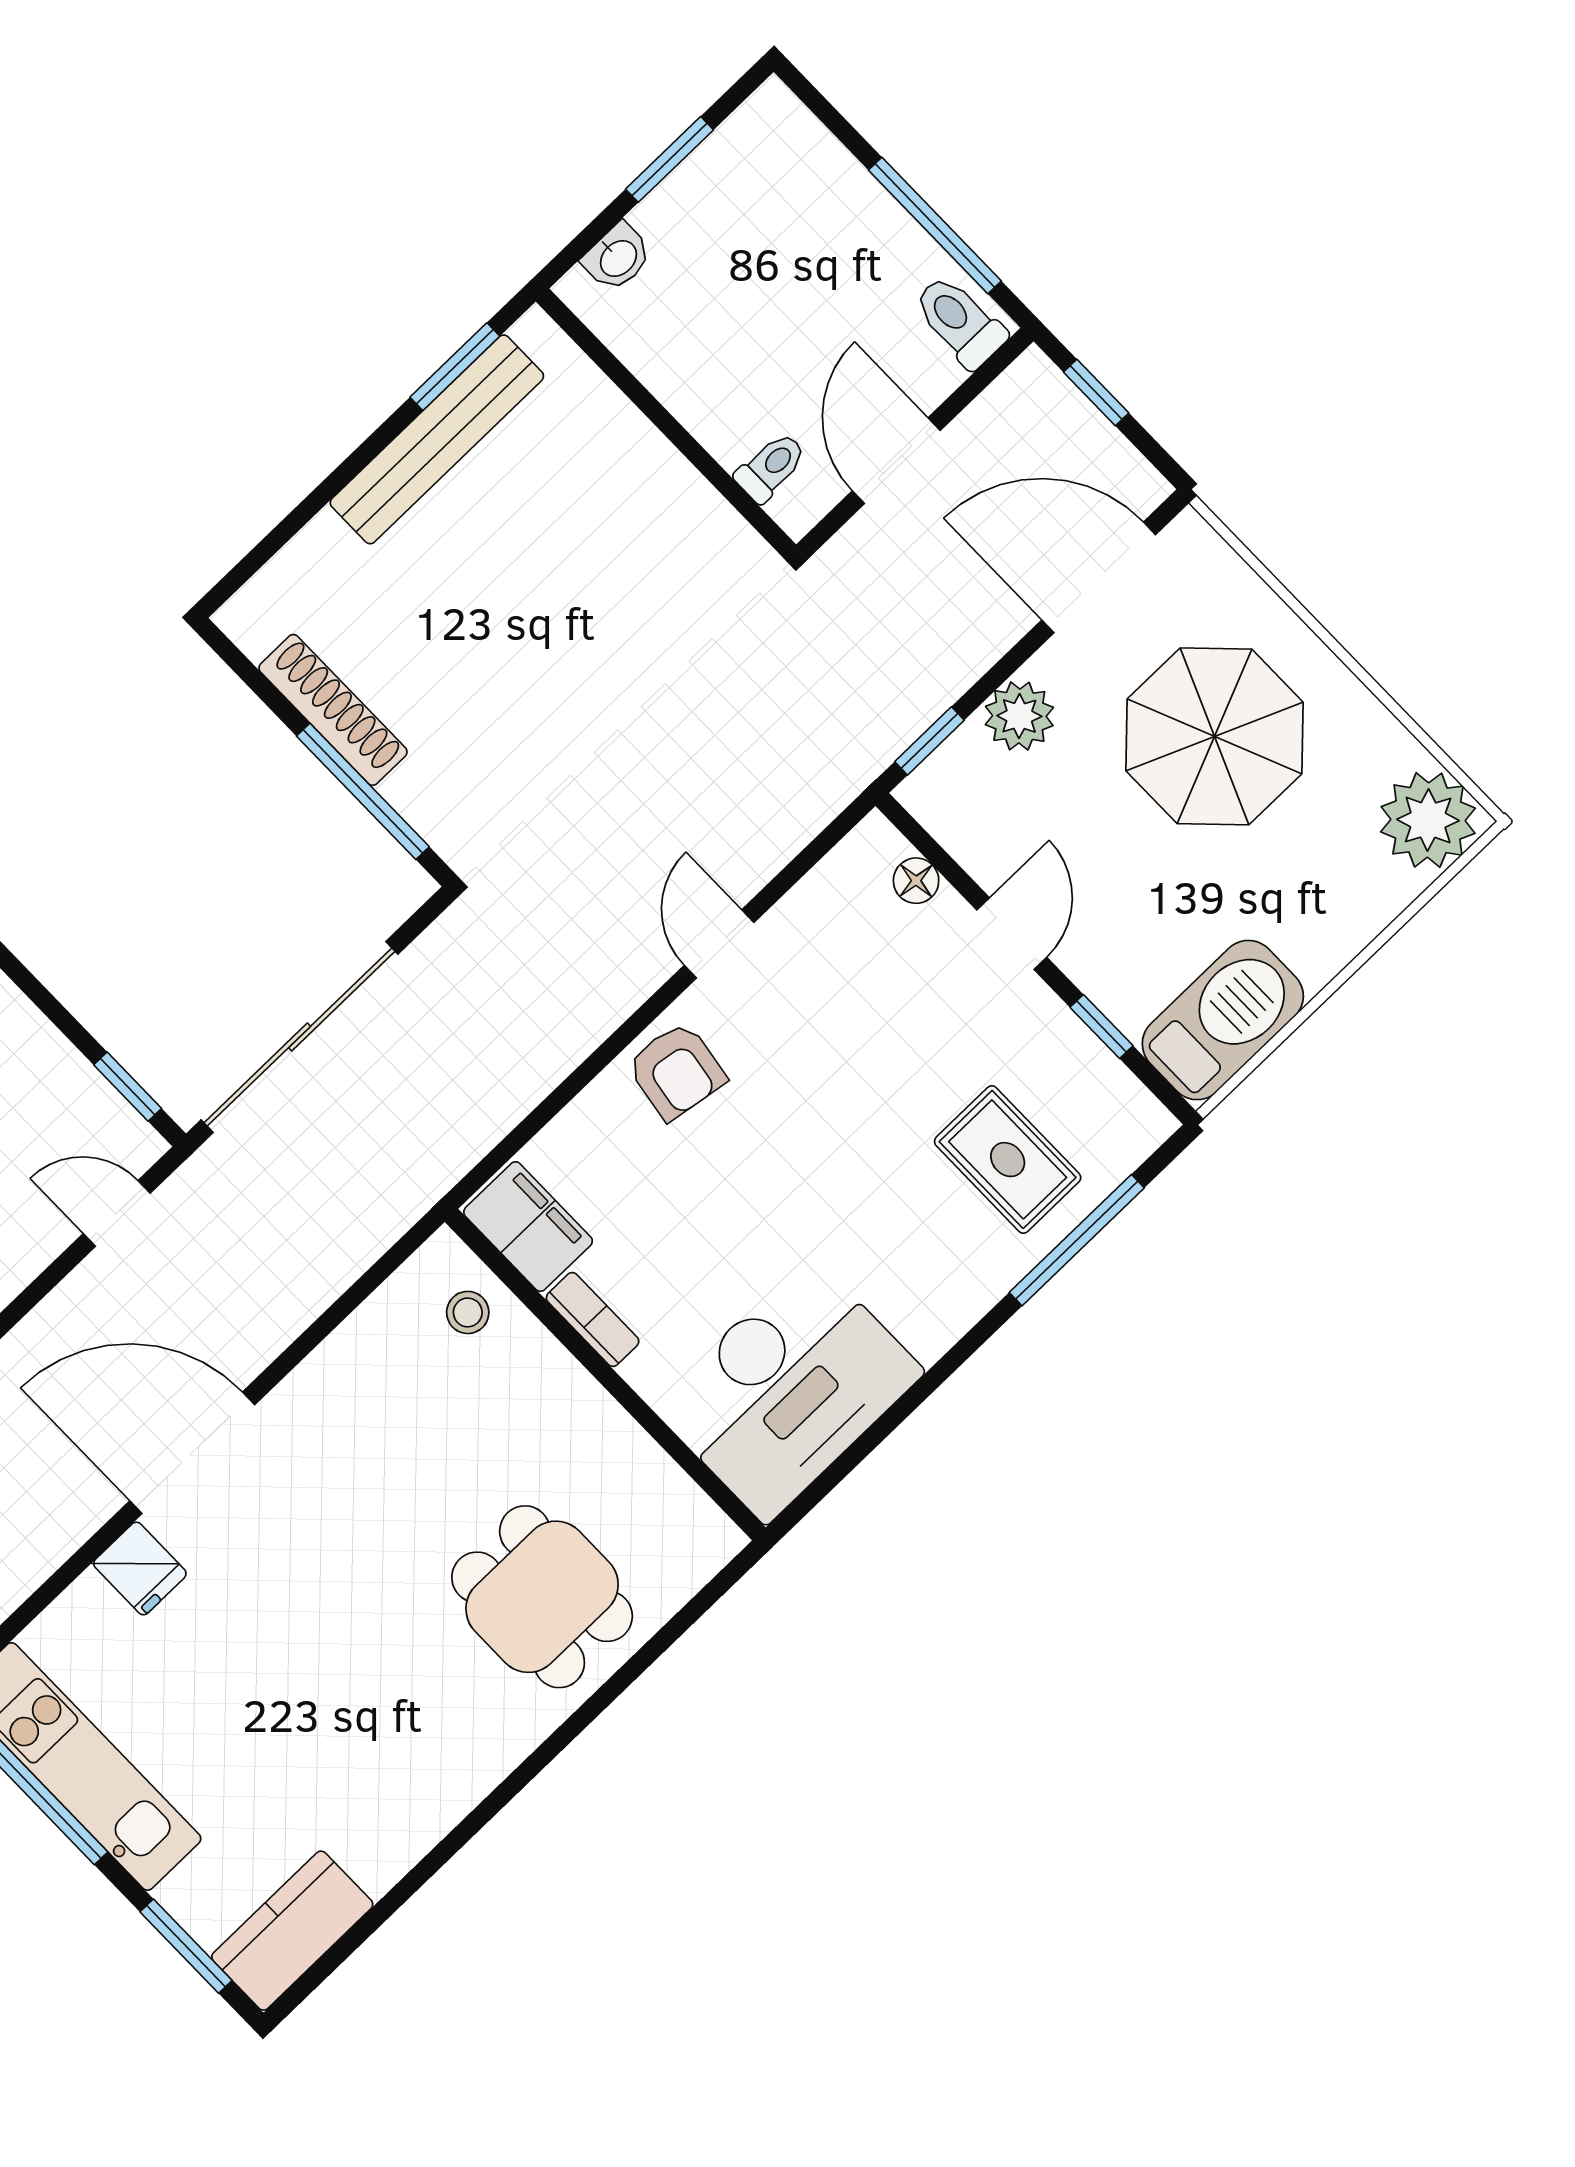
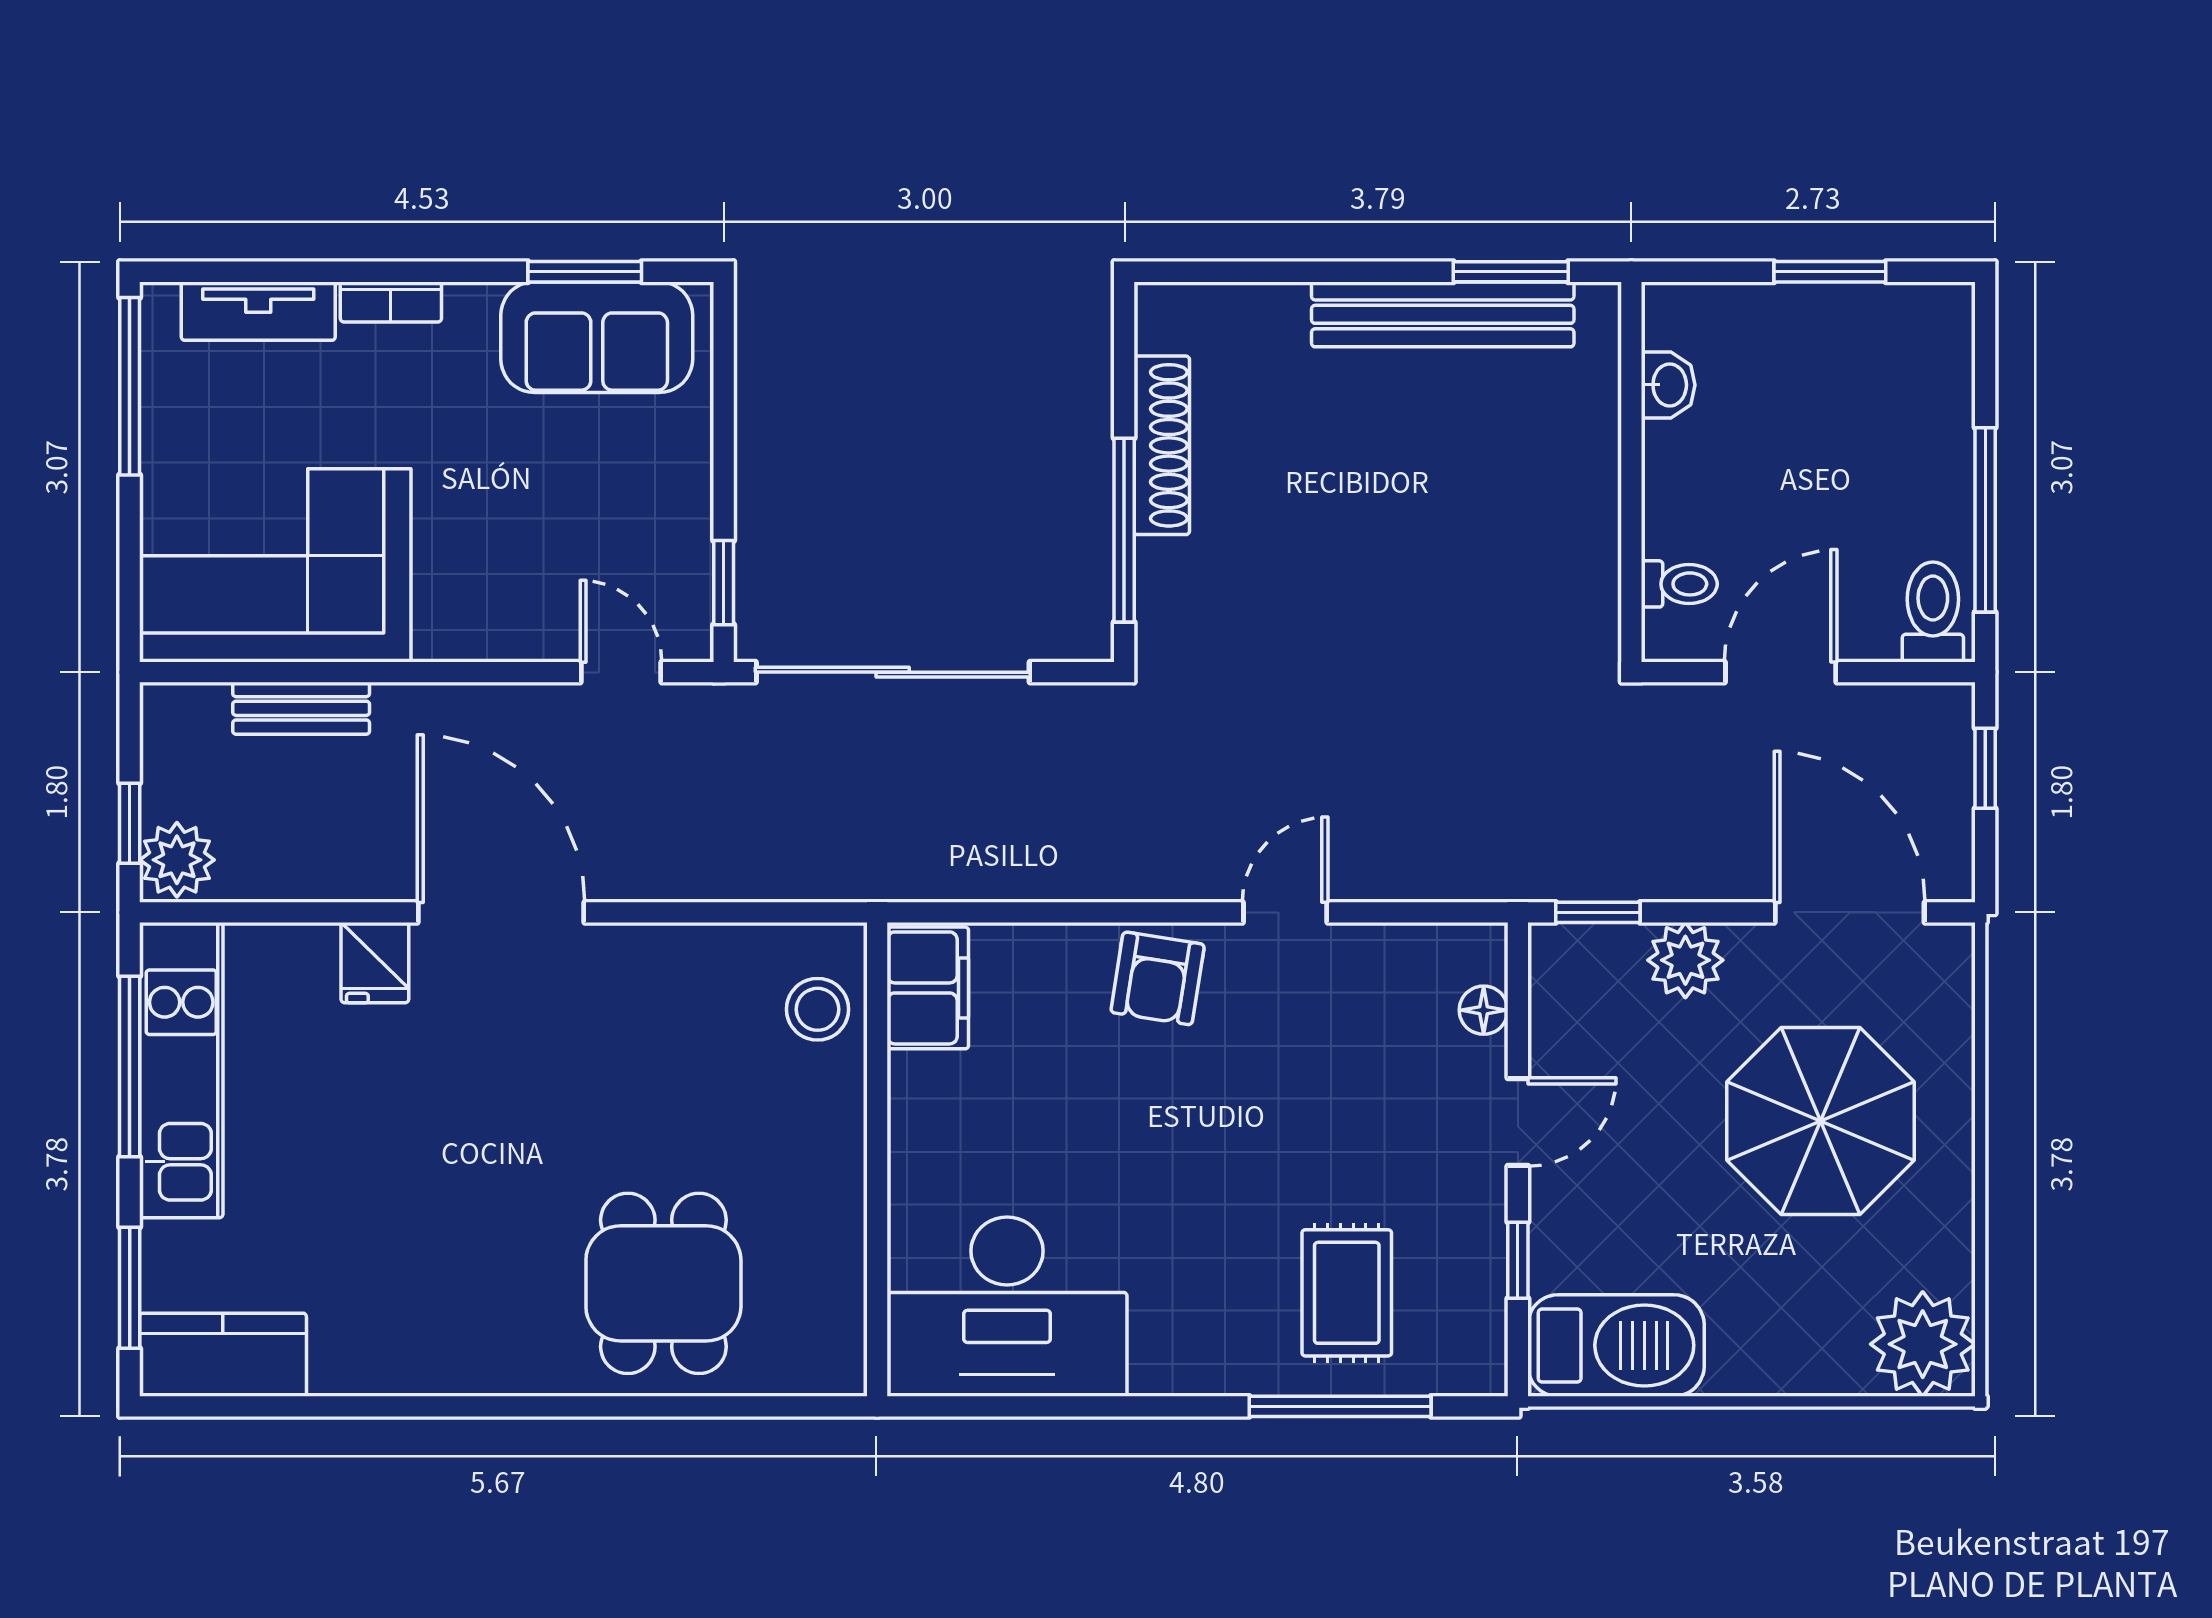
washbasin: (617, 257) -> (1668, 385), moved, turned -90
stool: (468, 1312) -> (818, 1009), width x1.37, depth x1.37
bookcase: (593, 1319) -> (908, 1107), removed

